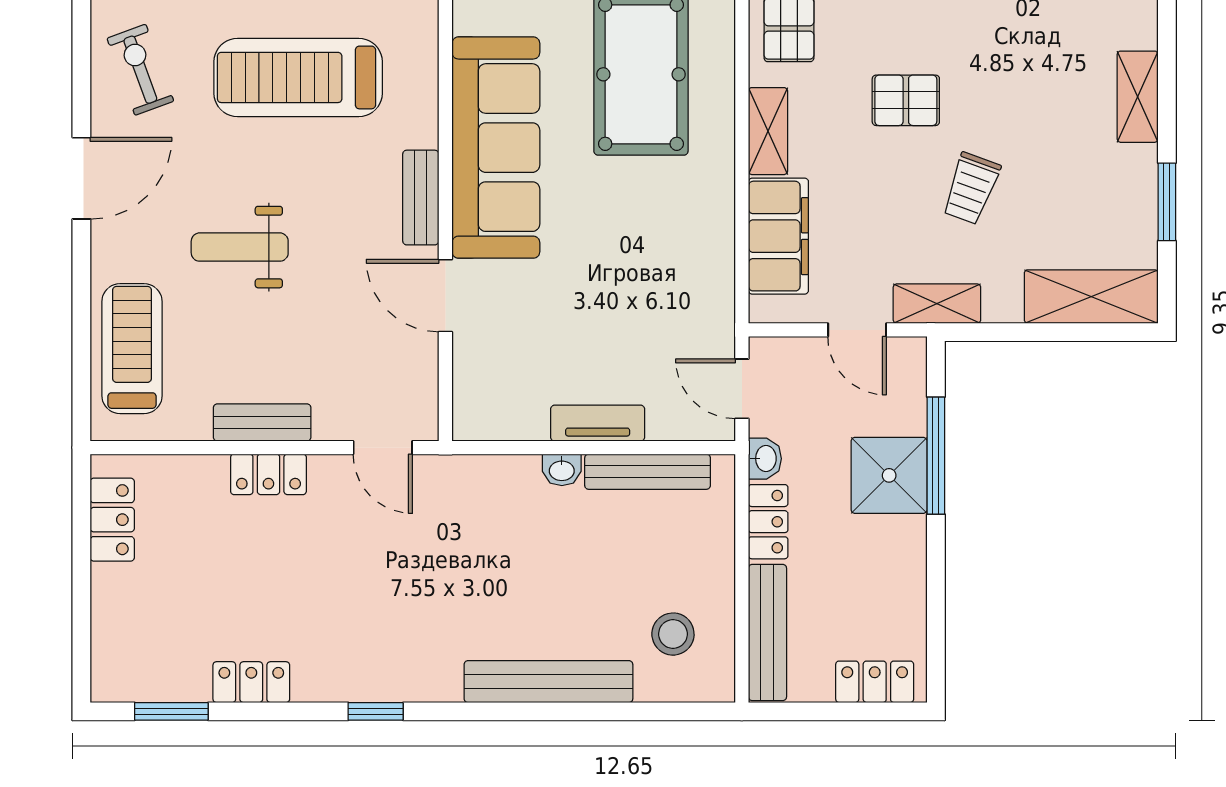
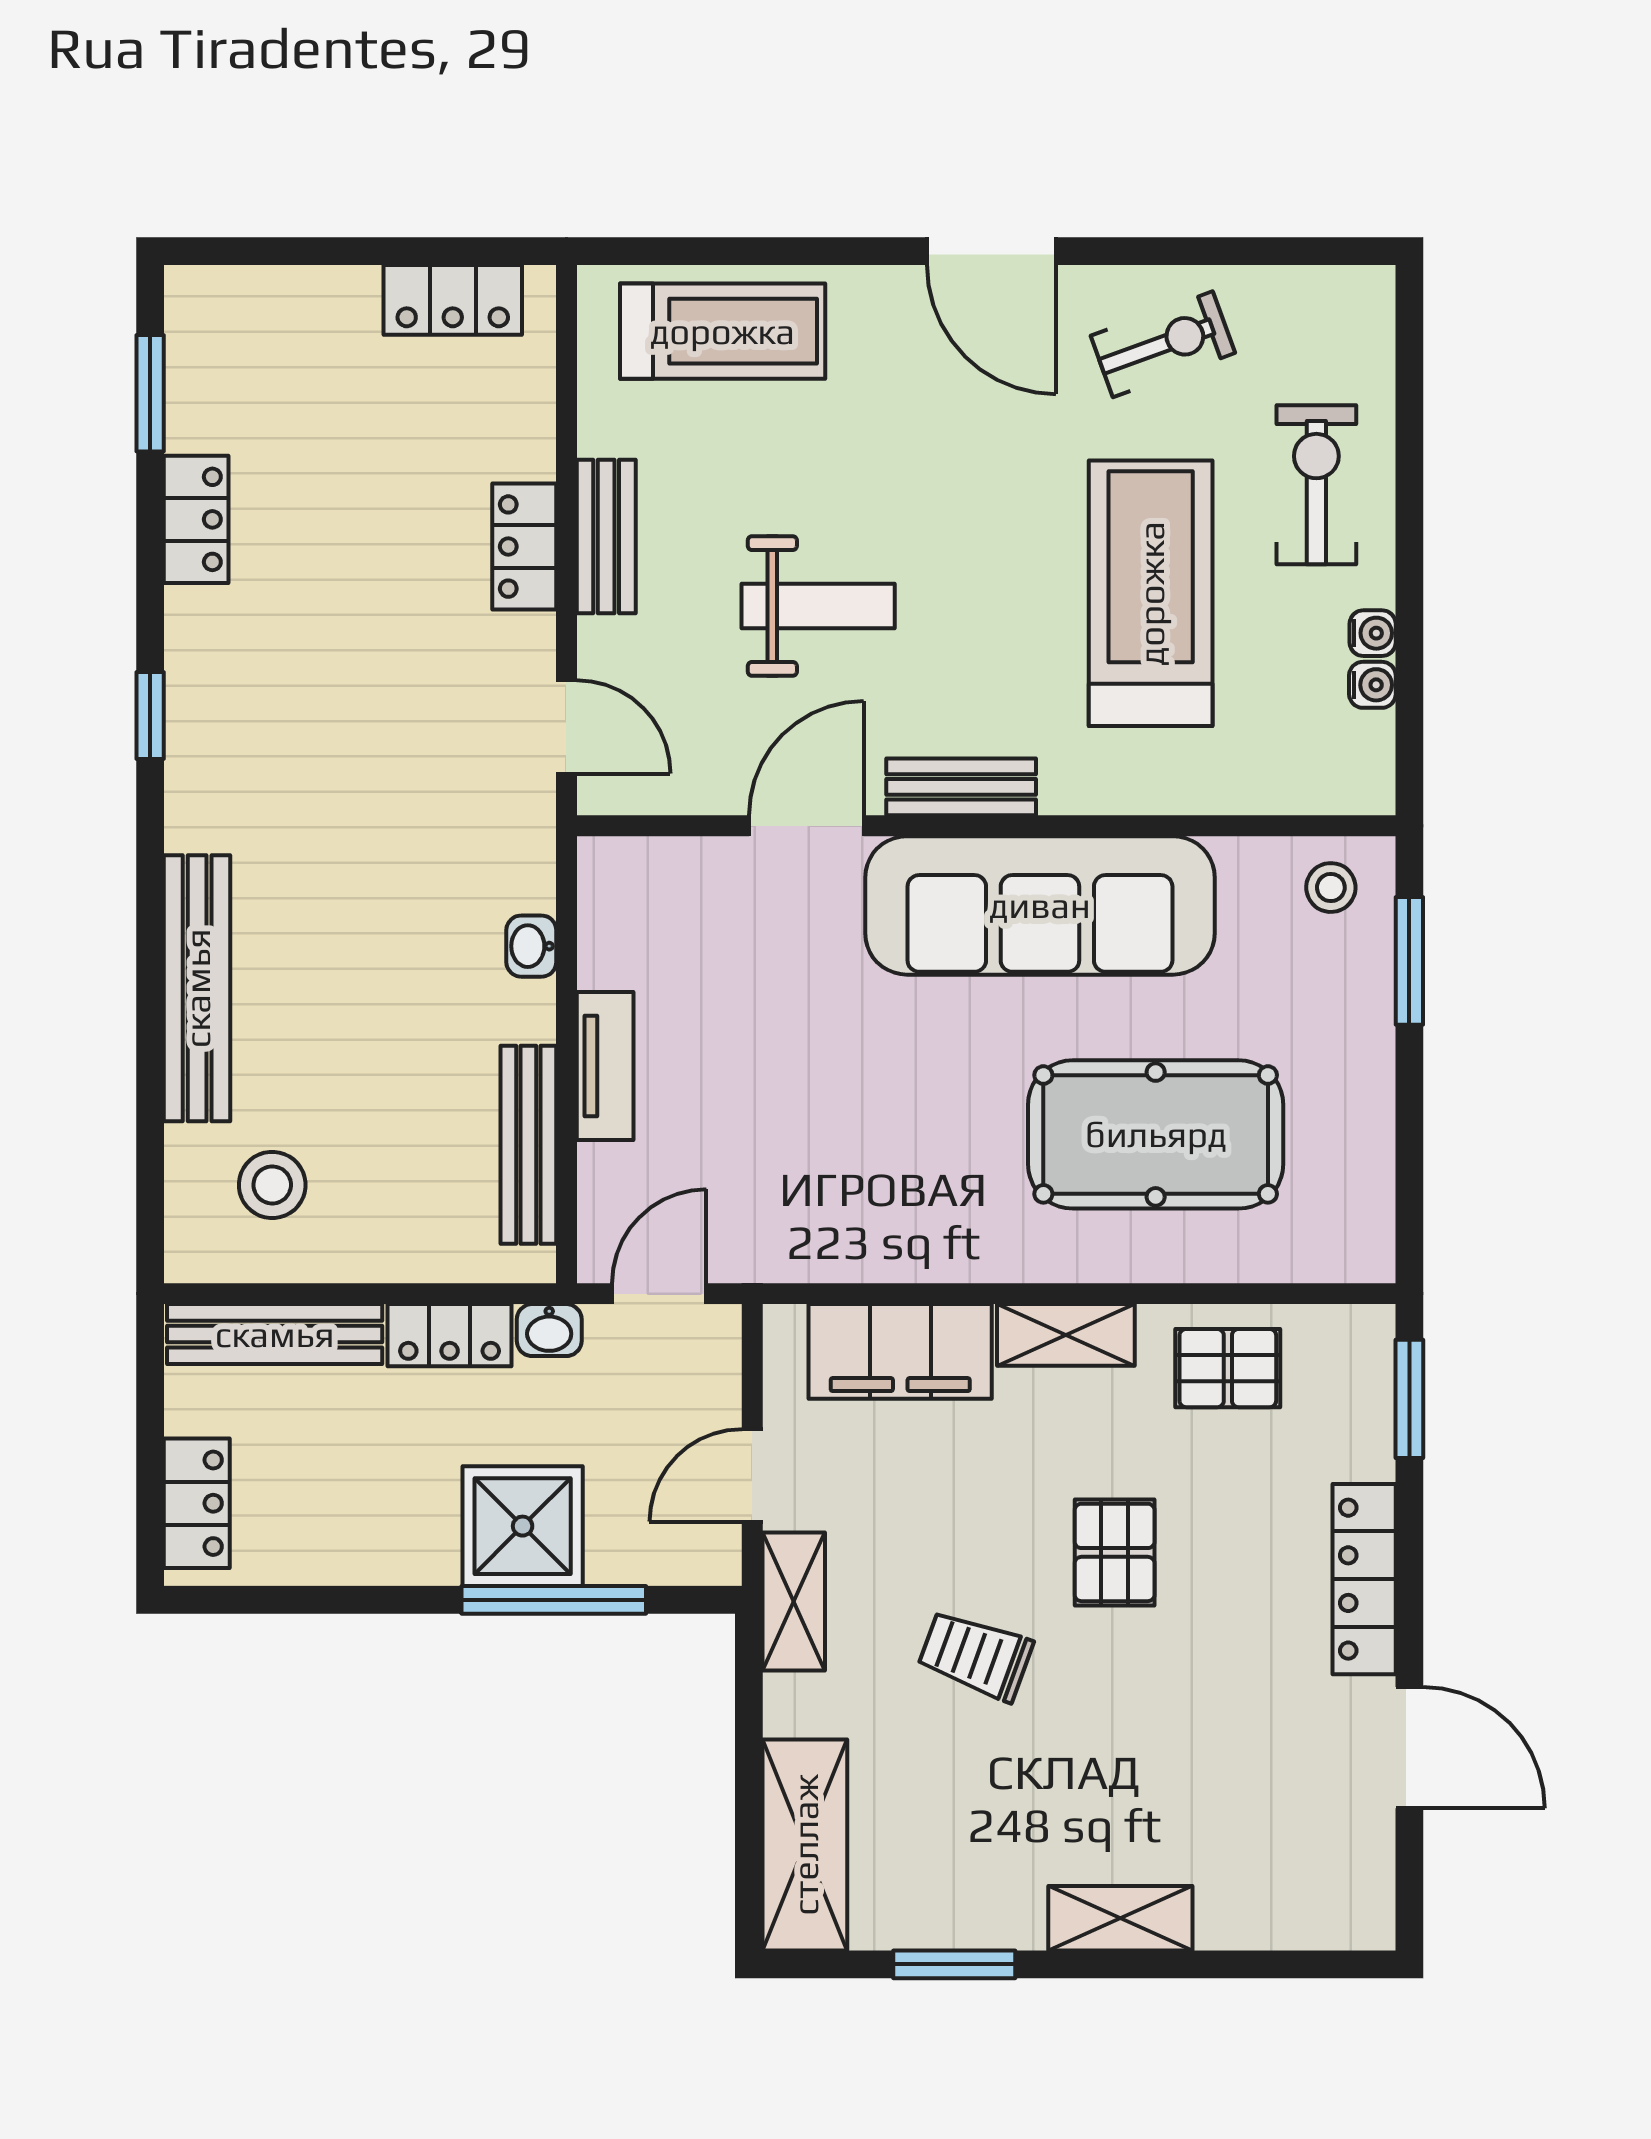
weight bench: (240, 247) -> (818, 606), moved, turned 90
door: (383, 448) -> (566, 727), swing flipped
washbasin: (562, 470) -> (531, 946), moved

